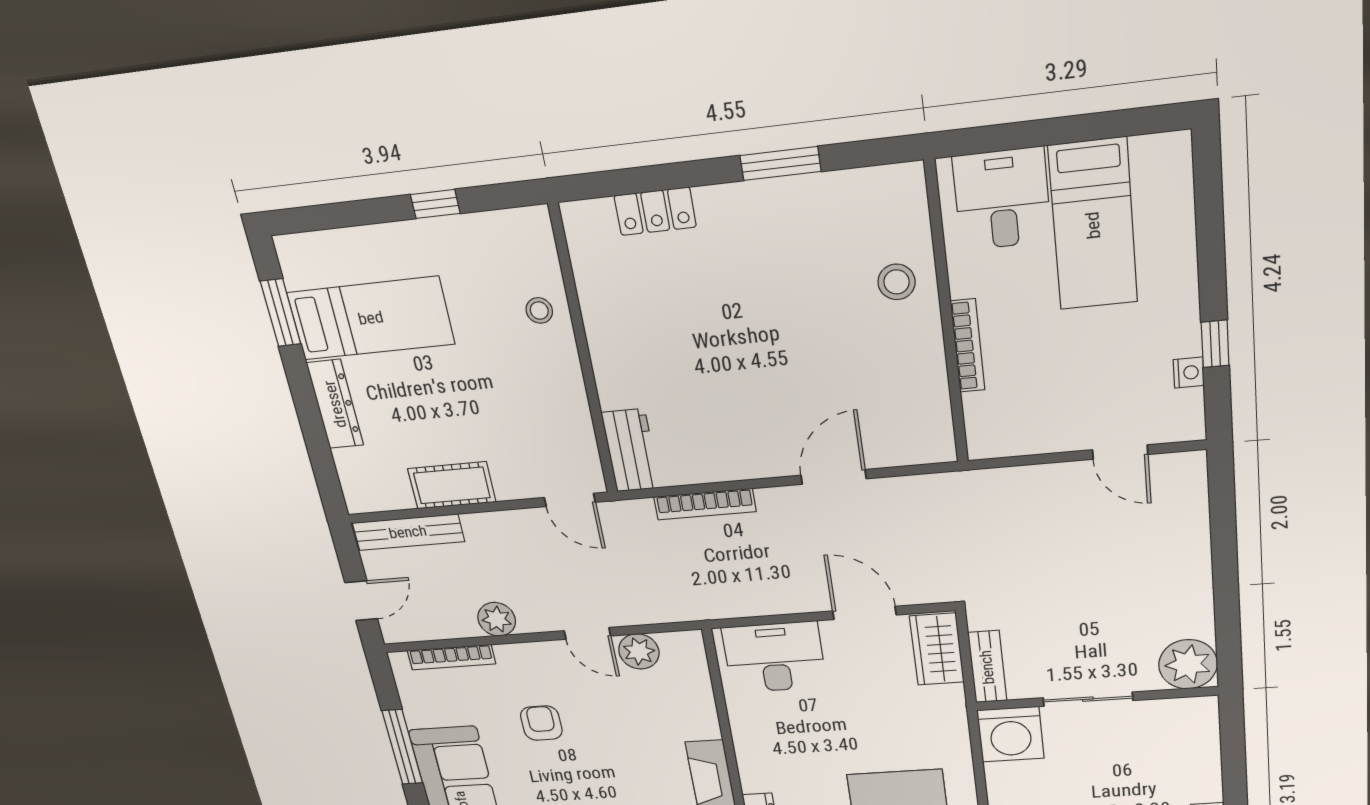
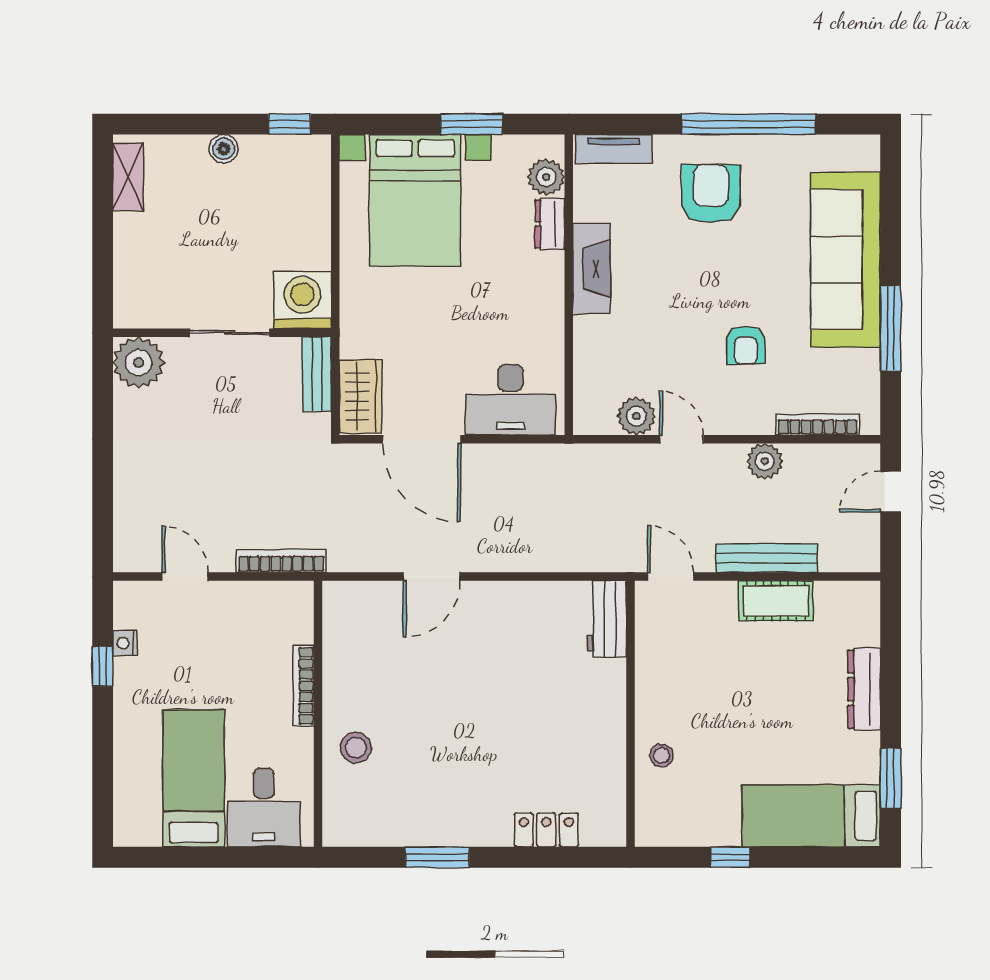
bed: (371, 318) -> (811, 816), moved
bookcase: (705, 504) -> (281, 561), moved
bench: (408, 532) -> (767, 558), moved
door: (864, 613) -> (422, 439), width x1.36

